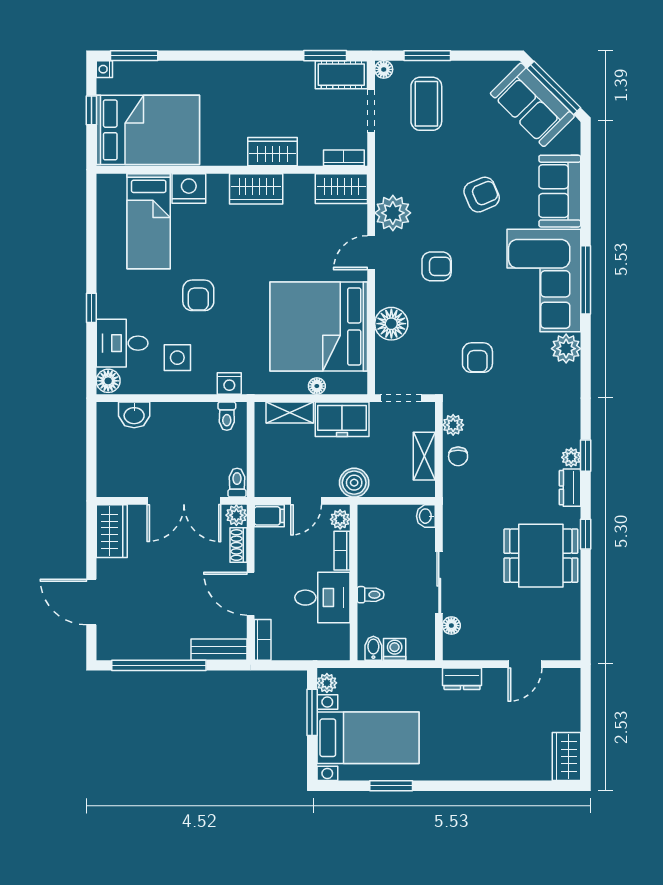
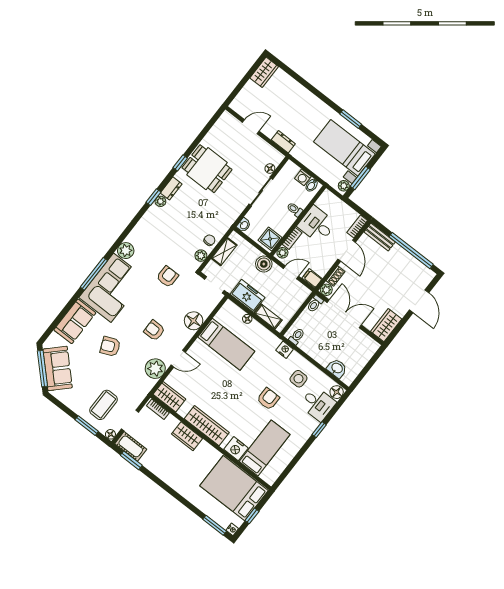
wardrobe: (256, 189) -> (207, 426), width x1.50
bed: (319, 326) -> (226, 344), width x0.49
shower: (373, 525) -> (270, 239), added

